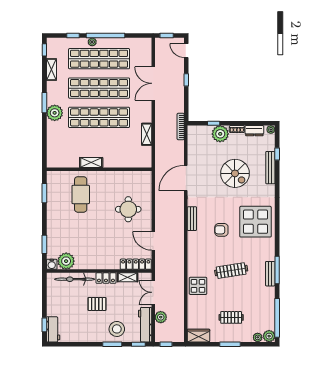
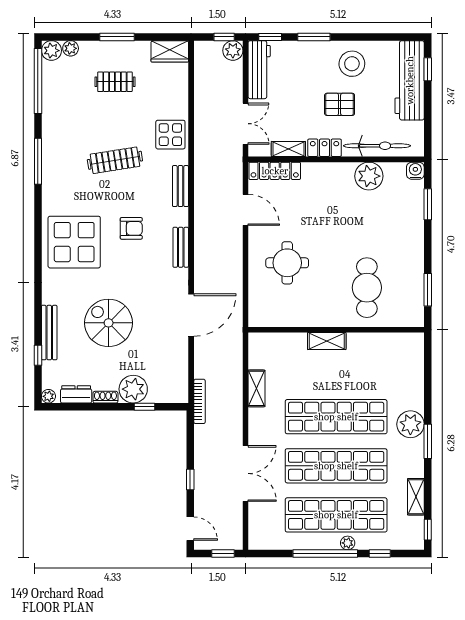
shelving: (91, 163) -> (327, 341), moved
plant: (66, 261) -> (369, 176), moved
bench: (270, 274) -> (180, 186), moved
plant: (161, 317) -> (233, 51), moved
workbench: (53, 329) -> (410, 80), width x1.88, depth x1.32
stool: (117, 329) -> (352, 64), moved

